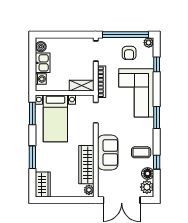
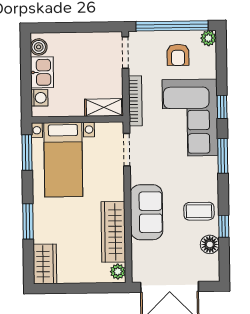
window: (157, 64) -> (222, 107), moved
plant: (147, 187) -> (209, 266), removed

